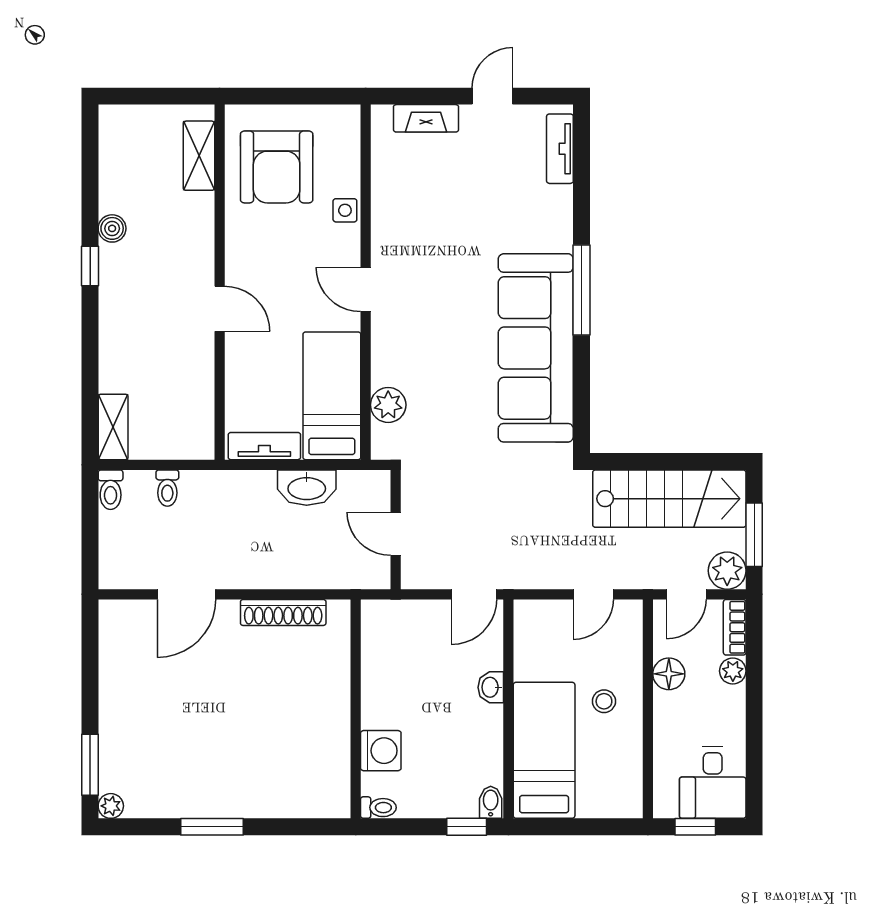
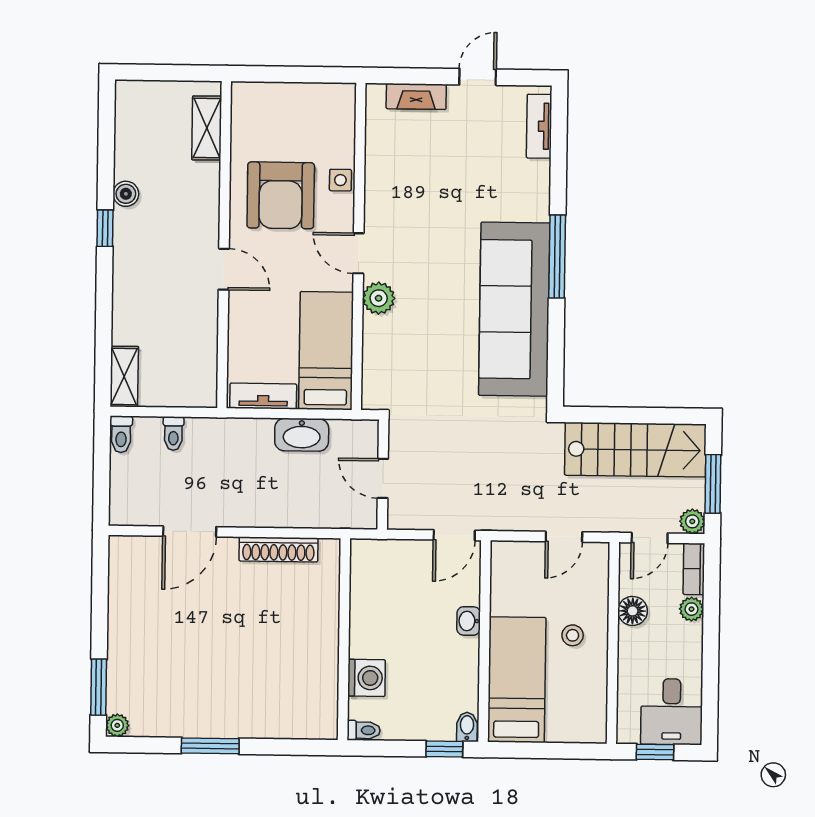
armchair: (277, 167) -> (281, 195), moved
plant: (388, 405) -> (379, 298), moved
plant: (727, 571) -> (692, 521), width x0.73, depth x0.73

